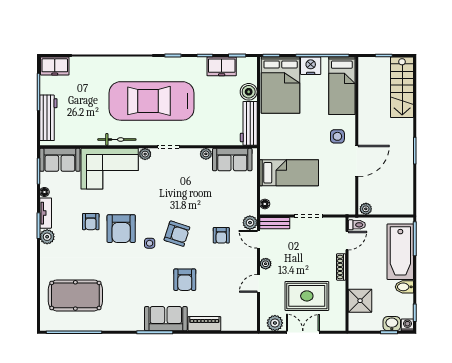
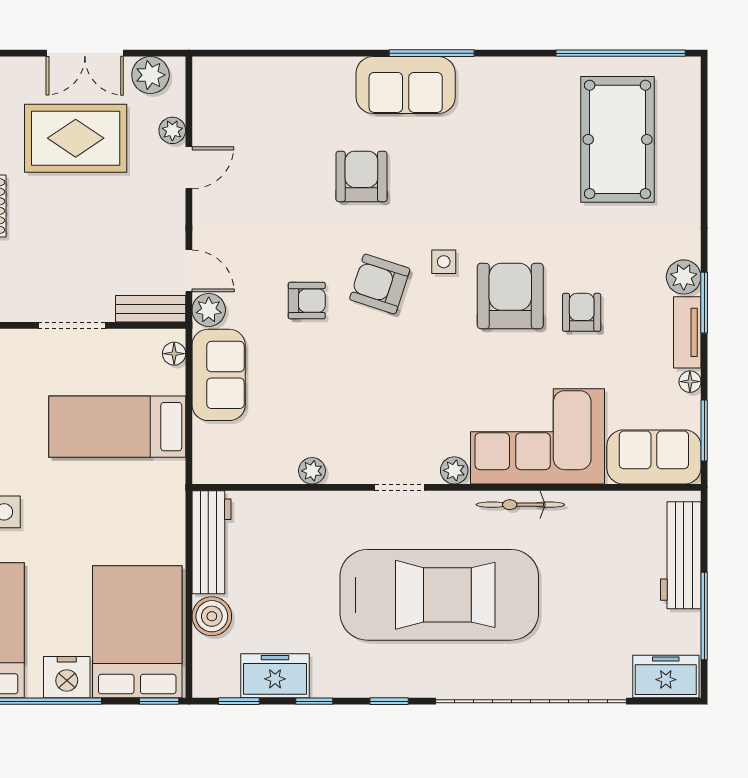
sofa: (232, 160) -> (219, 375), moved, turned 90
armchair: (221, 235) -> (307, 301), moved, turned 90
plant: (266, 264) -> (172, 130), moved
pool table: (75, 295) -> (618, 139), turned 90
piano: (204, 324) -> (316, 73), removed

